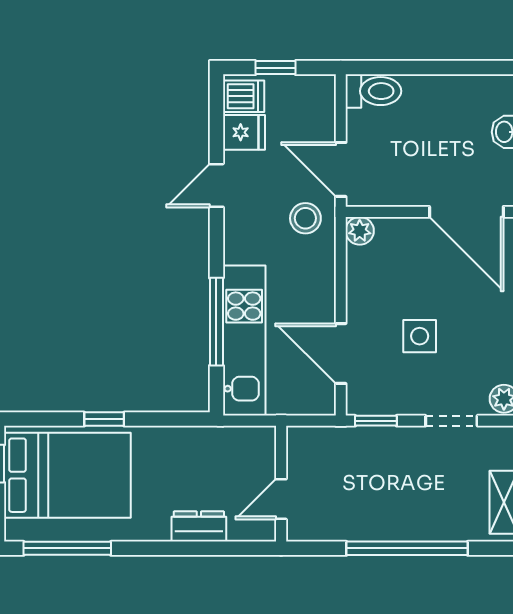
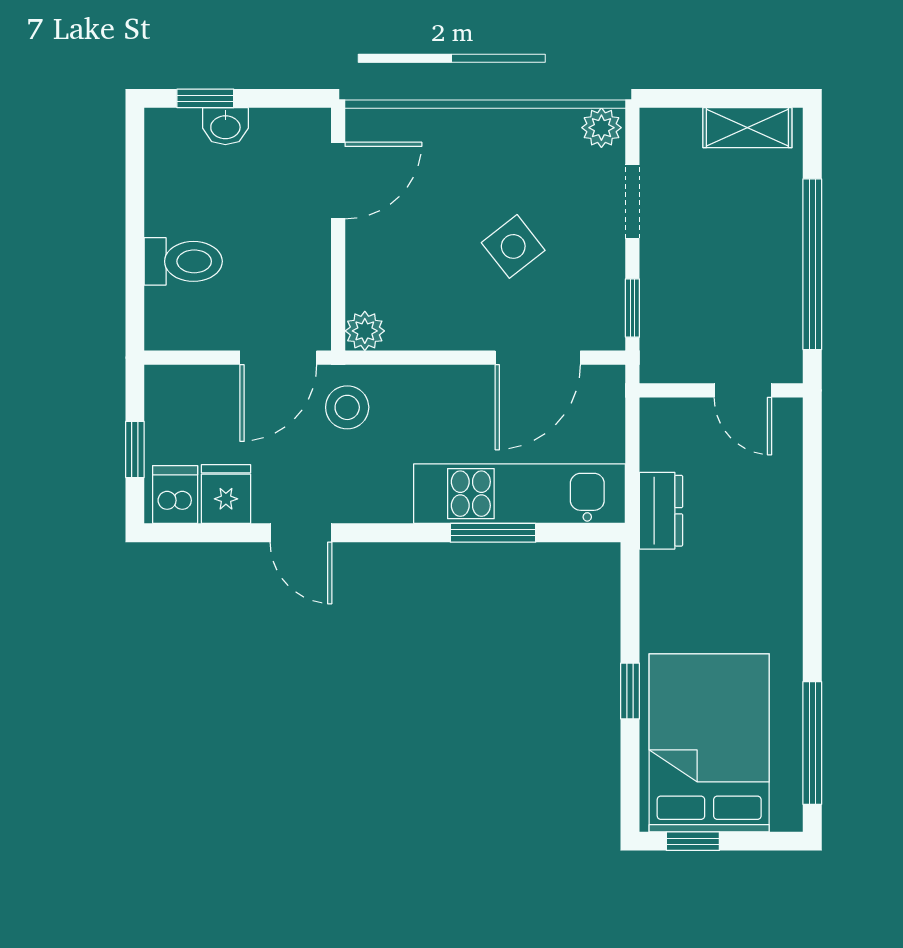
toilet: (373, 91) -> (183, 261), moved, turned 90
door: (466, 212) -> (338, 181), width x0.73
window: (216, 322) -> (493, 533), width x0.69
side table: (420, 336) -> (513, 246), turned -38
wall: (281, 484) -> (721, 390), moved
door: (281, 499) -> (743, 390), moved
dresser: (199, 526) -> (661, 511), moved, turned 180

